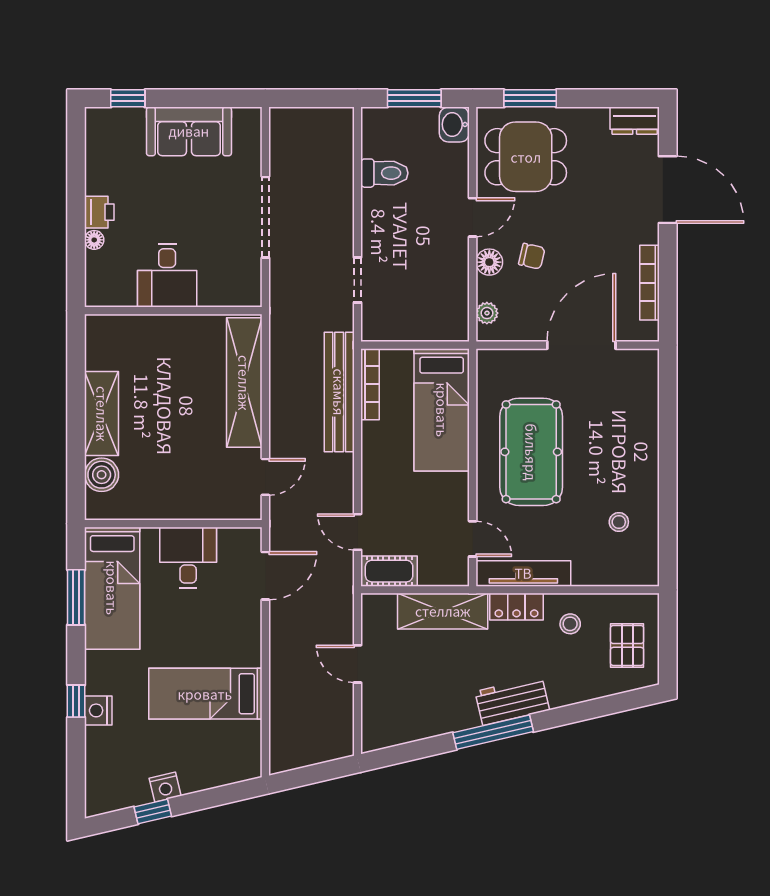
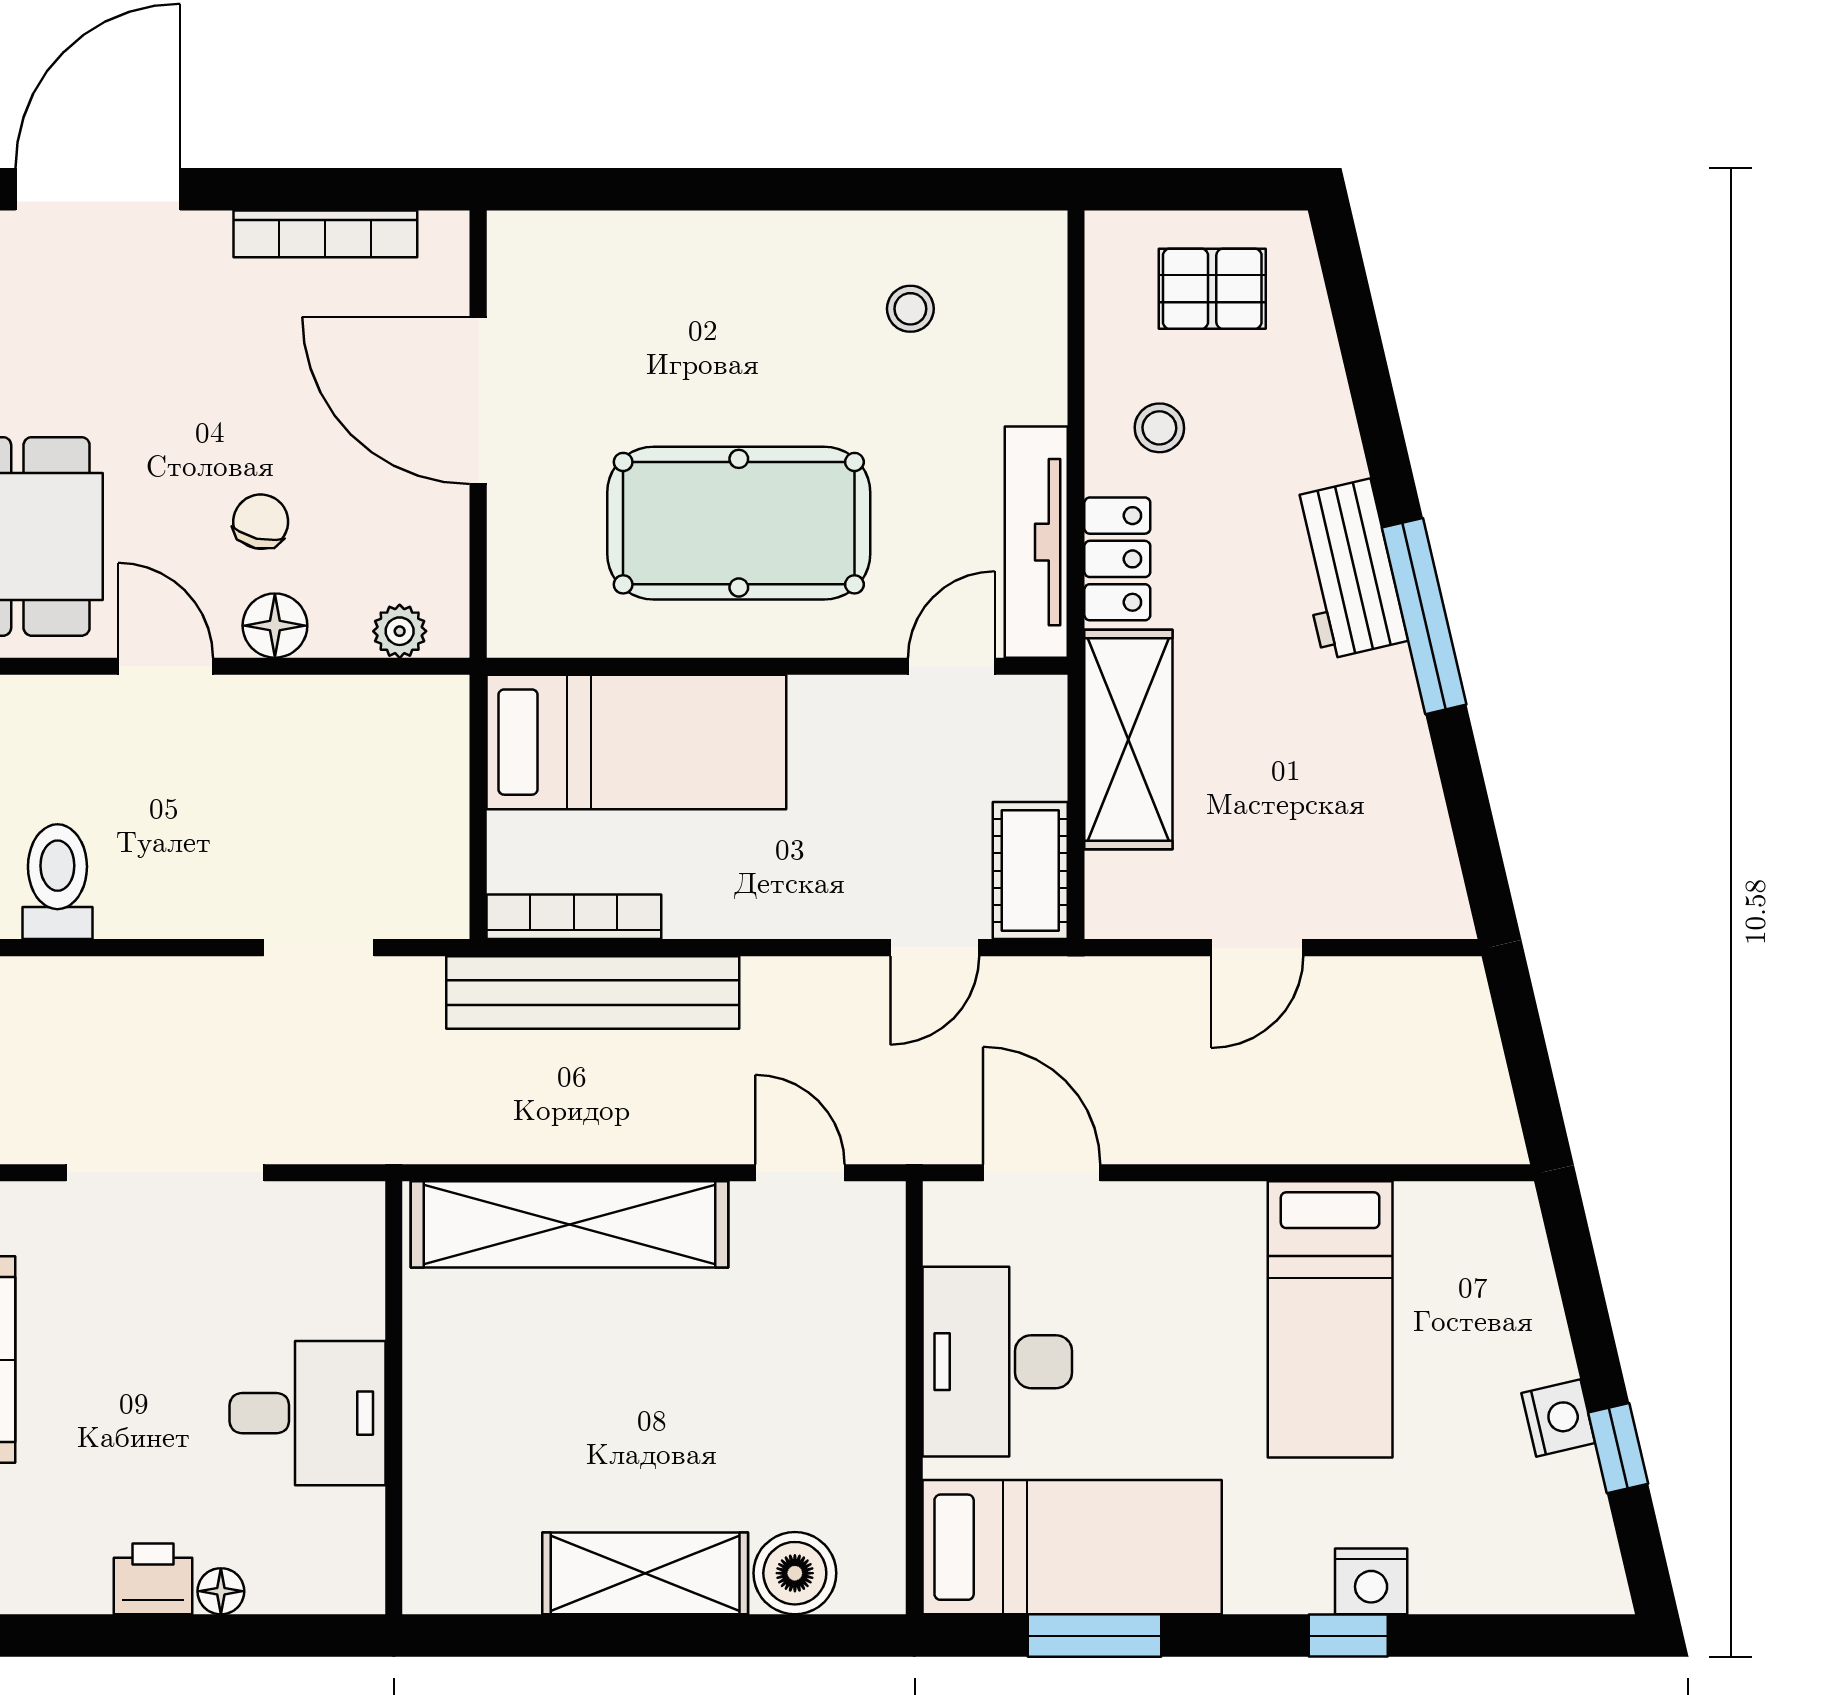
desk: (188, 558) -> (997, 1362), width x1.37

